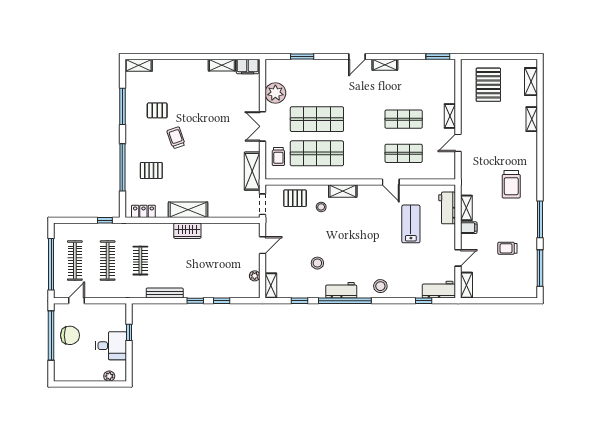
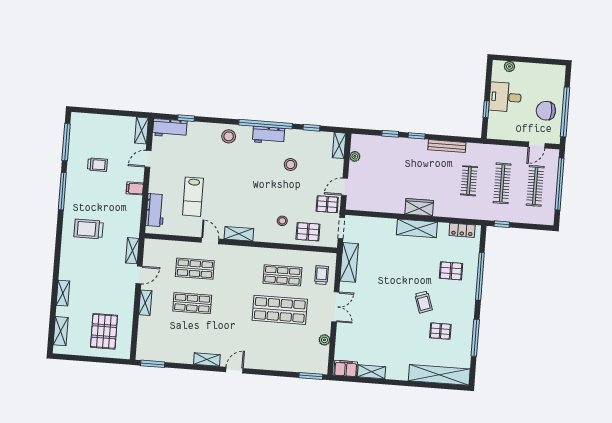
window: (302, 56) -> (311, 376), moved
shelving: (139, 65) -> (439, 375), width x2.20, depth x1.33
plant: (275, 93) -> (324, 340), width x0.53, depth x0.53
shop shelf: (317, 153) -> (282, 275), width x0.70, depth x0.74
trolley: (511, 184) -> (89, 229), turned -90
shelving: (343, 191) -> (239, 234), moved
shelving: (466, 208) -> (132, 251), moved
pallet: (278, 227) -> (327, 204), added

